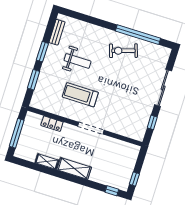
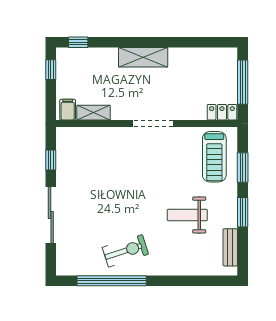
treadmill: (80, 95) -> (214, 157), moved, turned 90
locker: (52, 124) -> (222, 112), moved
doorway: (91, 128) -> (153, 123), moved
filing cabinet: (132, 151) -> (68, 110), added
shelving: (47, 162) -> (94, 113), moved

